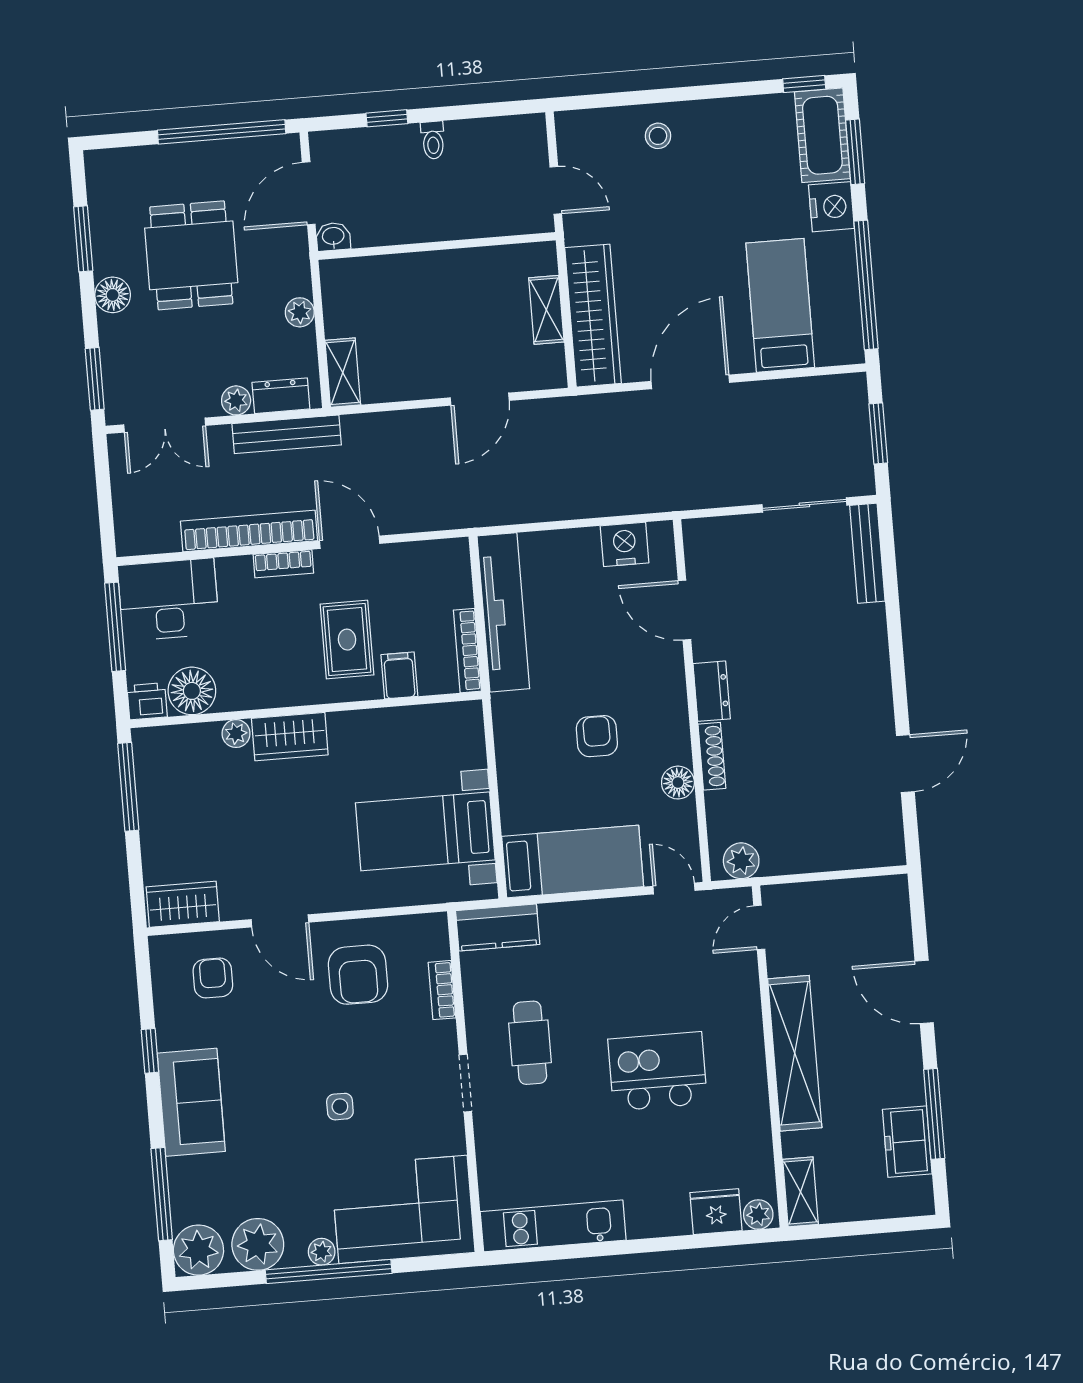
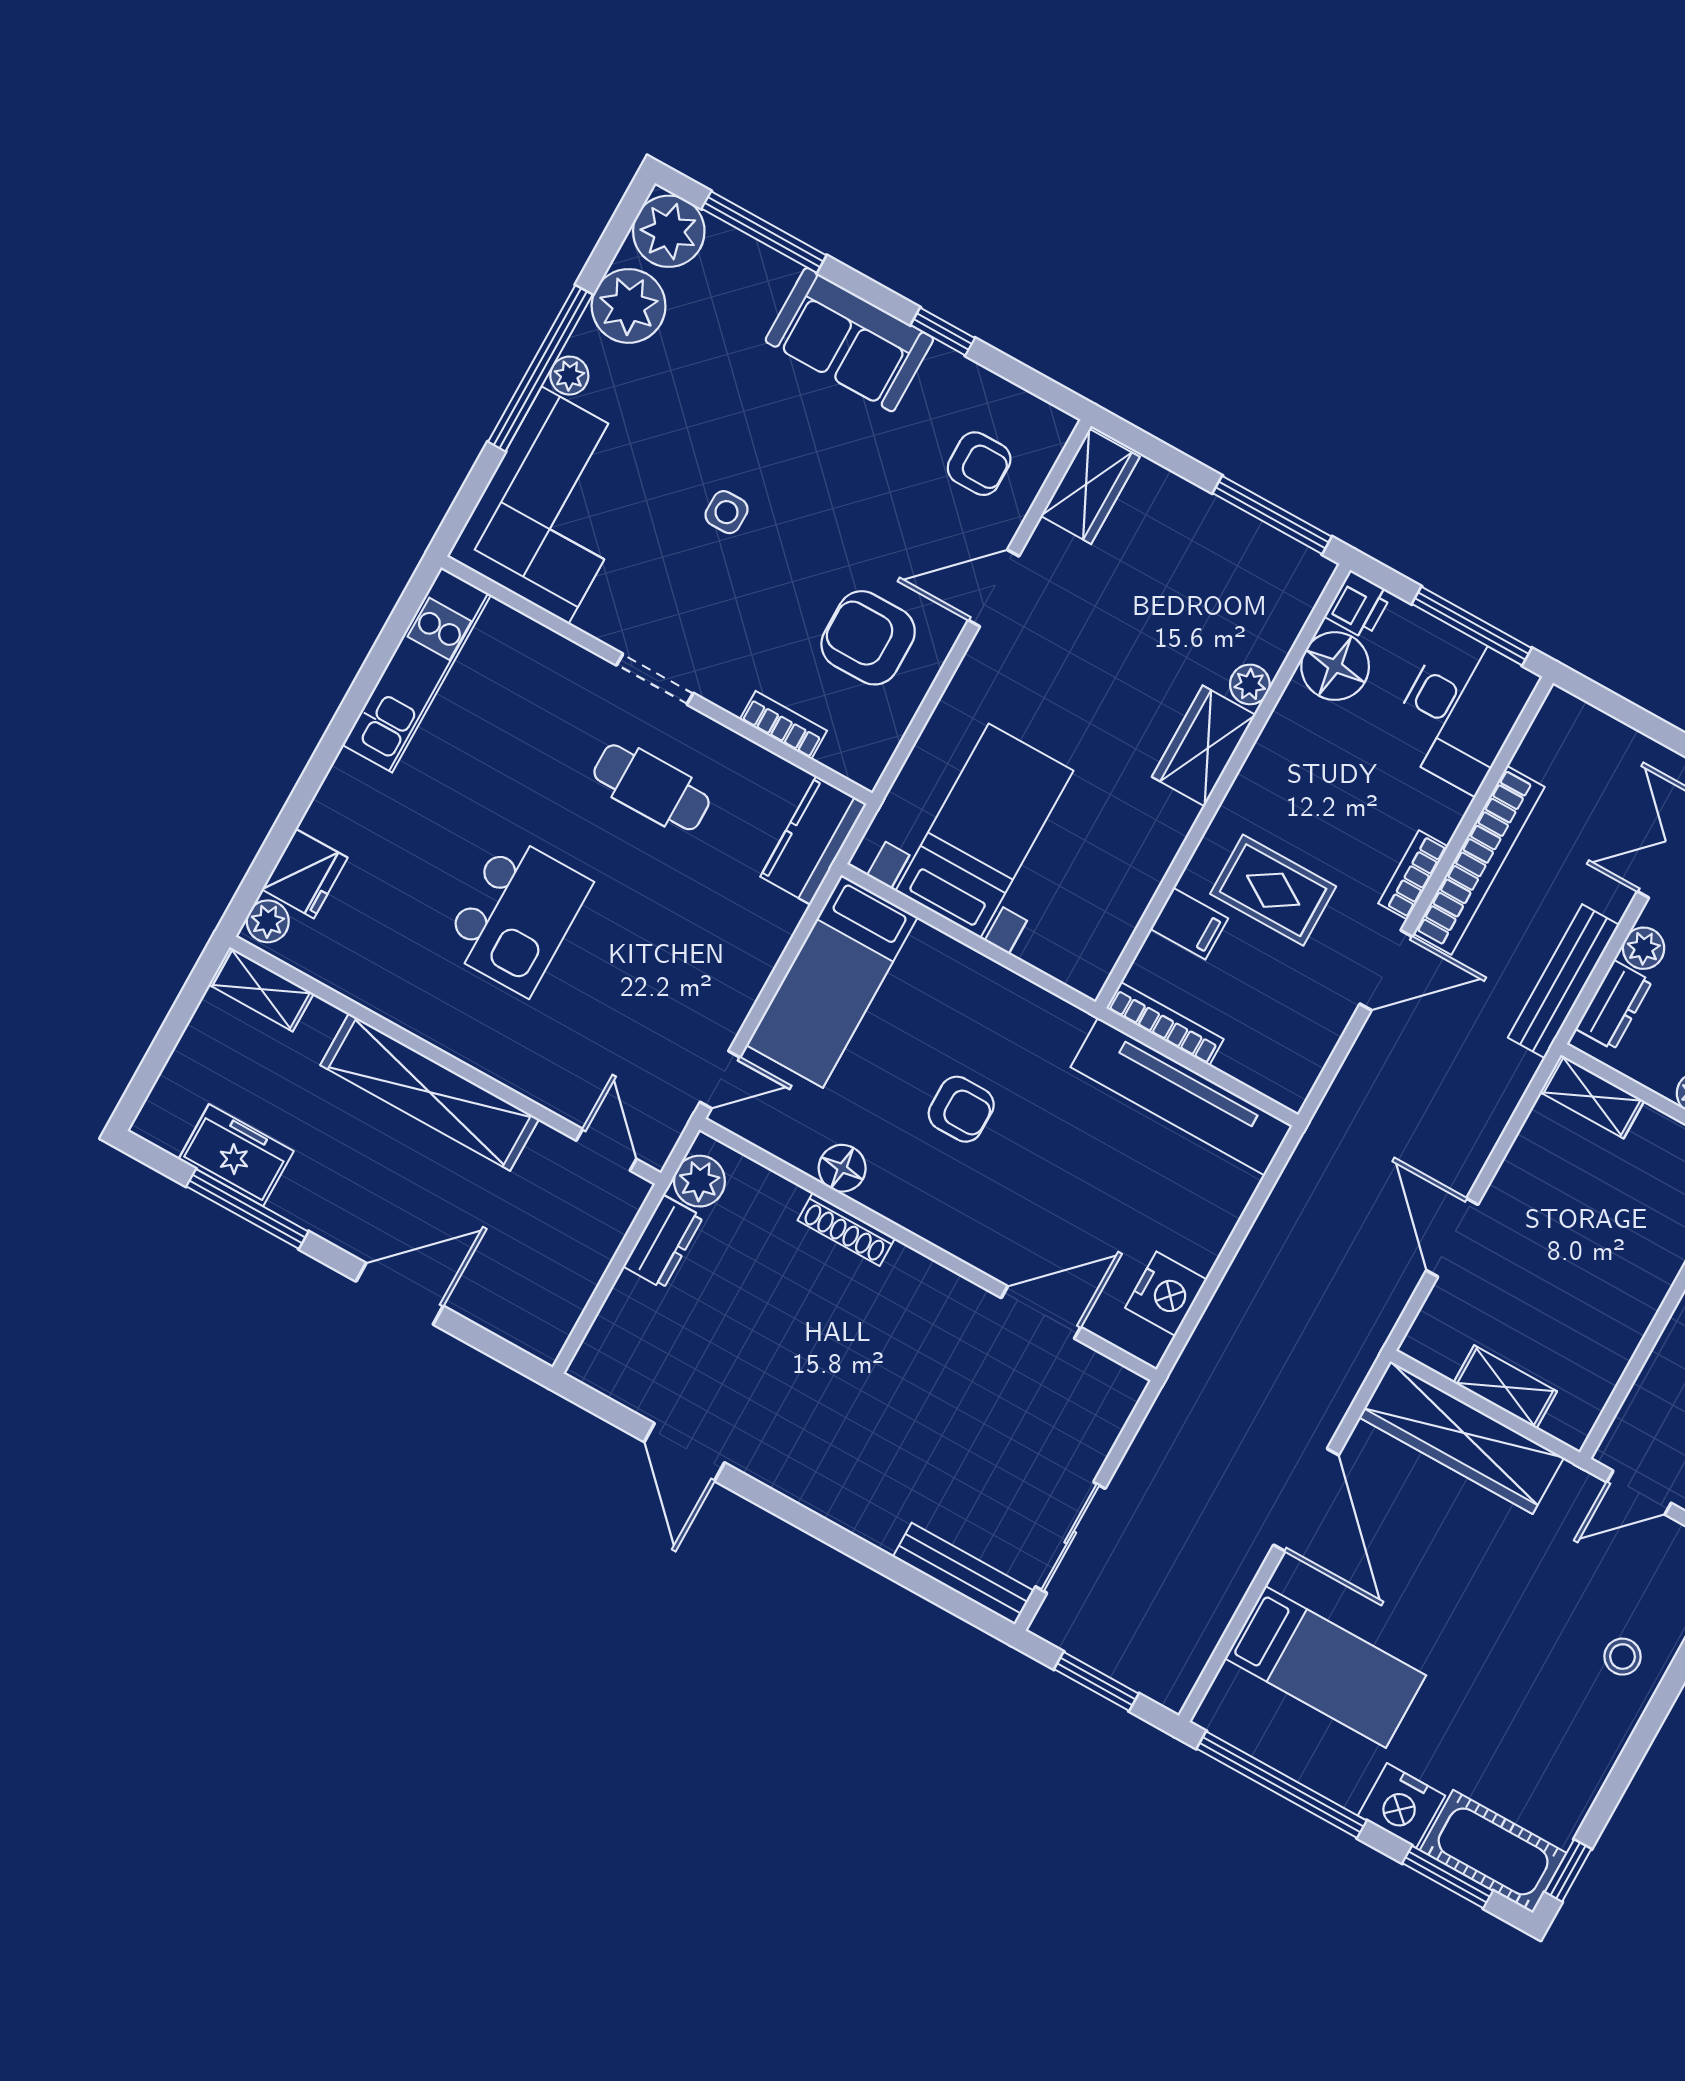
dresser: (712, 691) -> (663, 1242), moved, turned -90

